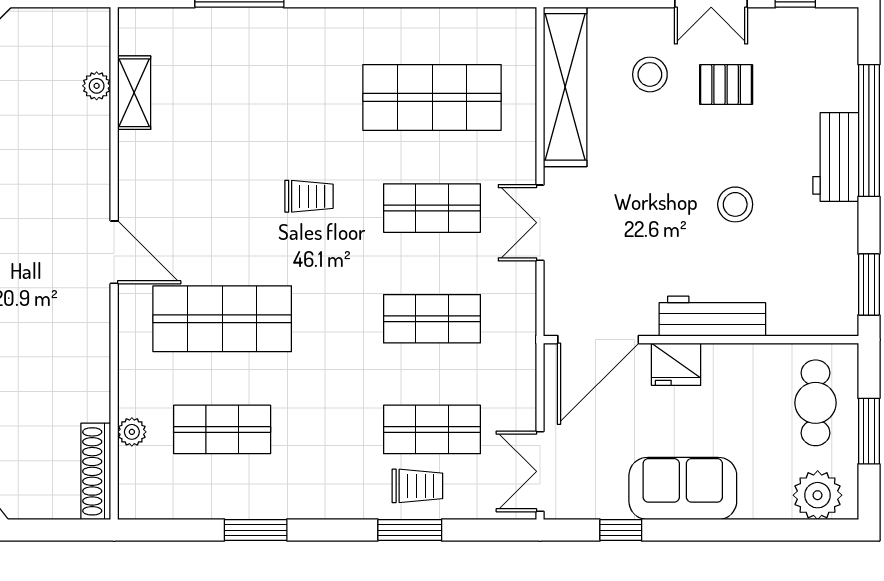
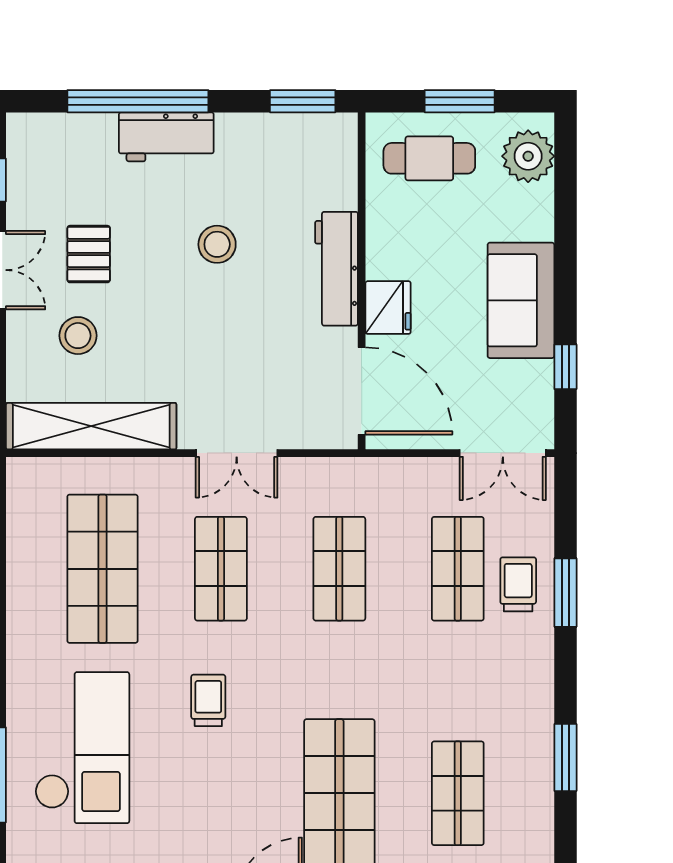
checkout: (265, 78) -> (82, 748), added

